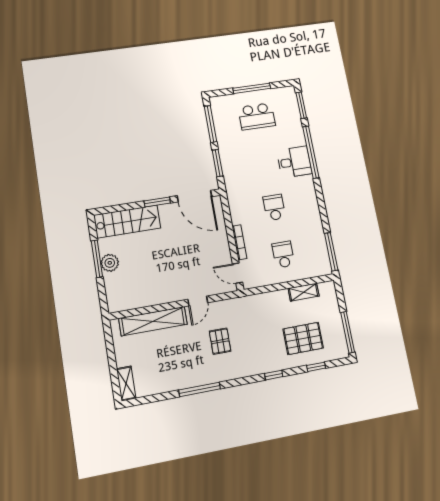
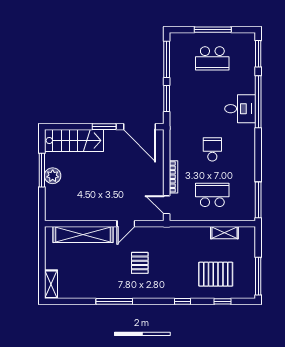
school desk: (283, 254) -> (212, 195), width x1.85

